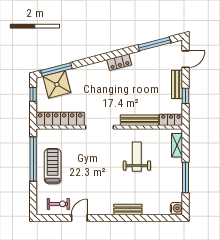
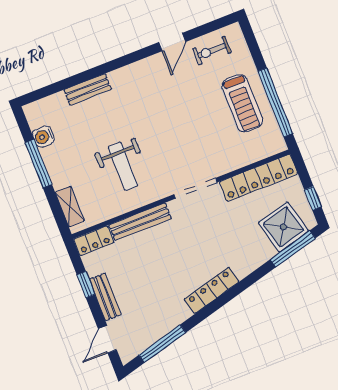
locker: (119, 62) -> (212, 290), width x1.53
water cooler: (176, 208) -> (43, 137), moved
bench: (128, 210) -> (88, 90), moved

